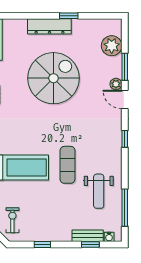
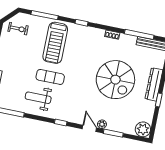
plant: (112, 46) -> (143, 129), moved
door: (125, 99) -> (89, 128), hinge flipped
weight bench: (99, 191) -> (38, 98), moved

